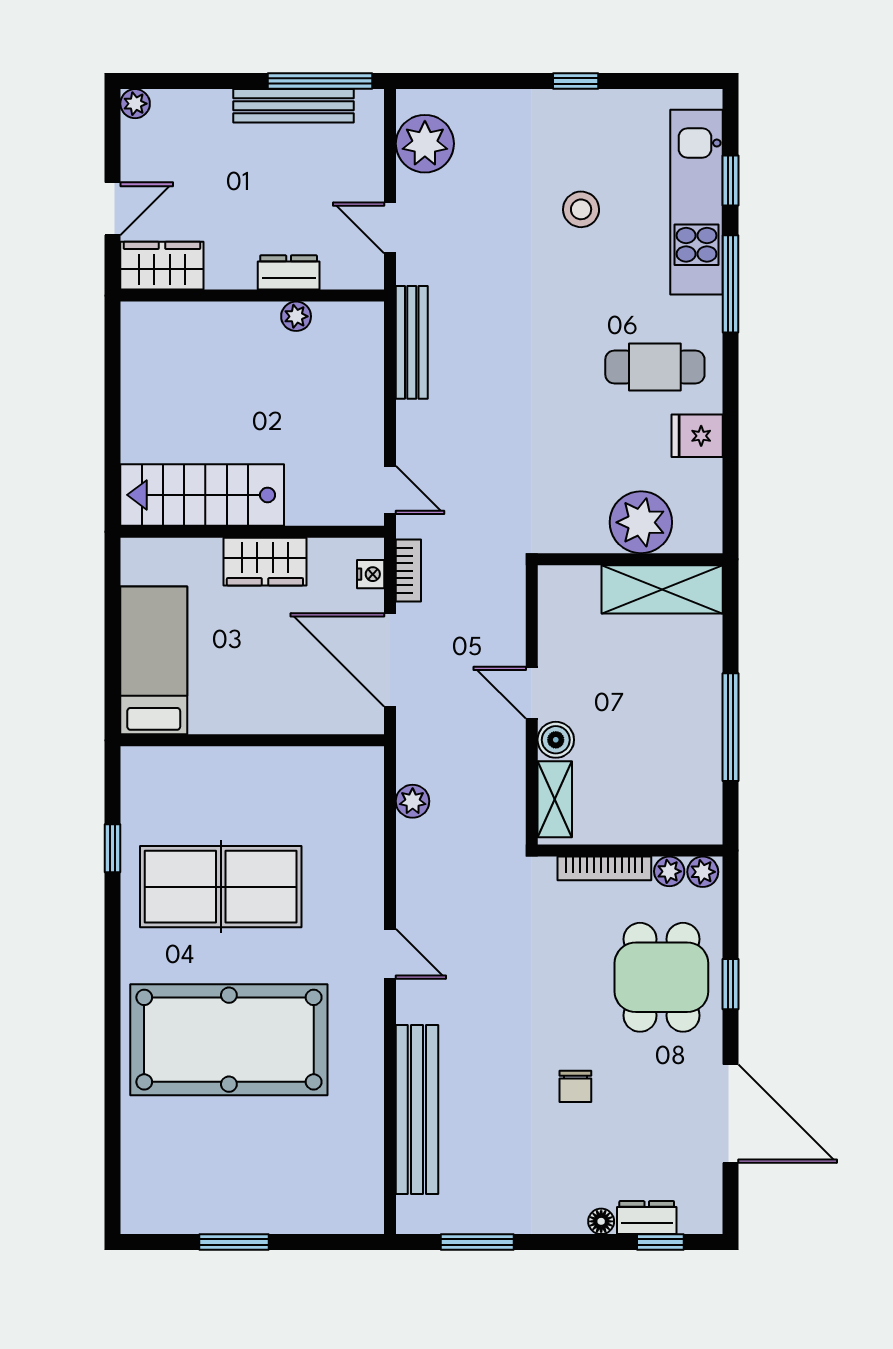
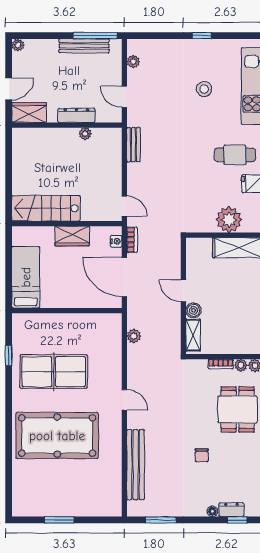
plant: (425, 144) -> (133, 62), width x0.53, depth x0.53
dresser: (289, 272) -> (76, 115), width x1.44
bench: (412, 342) -> (133, 145), width x0.73
bookcase: (604, 868) -> (221, 364), width x0.64

